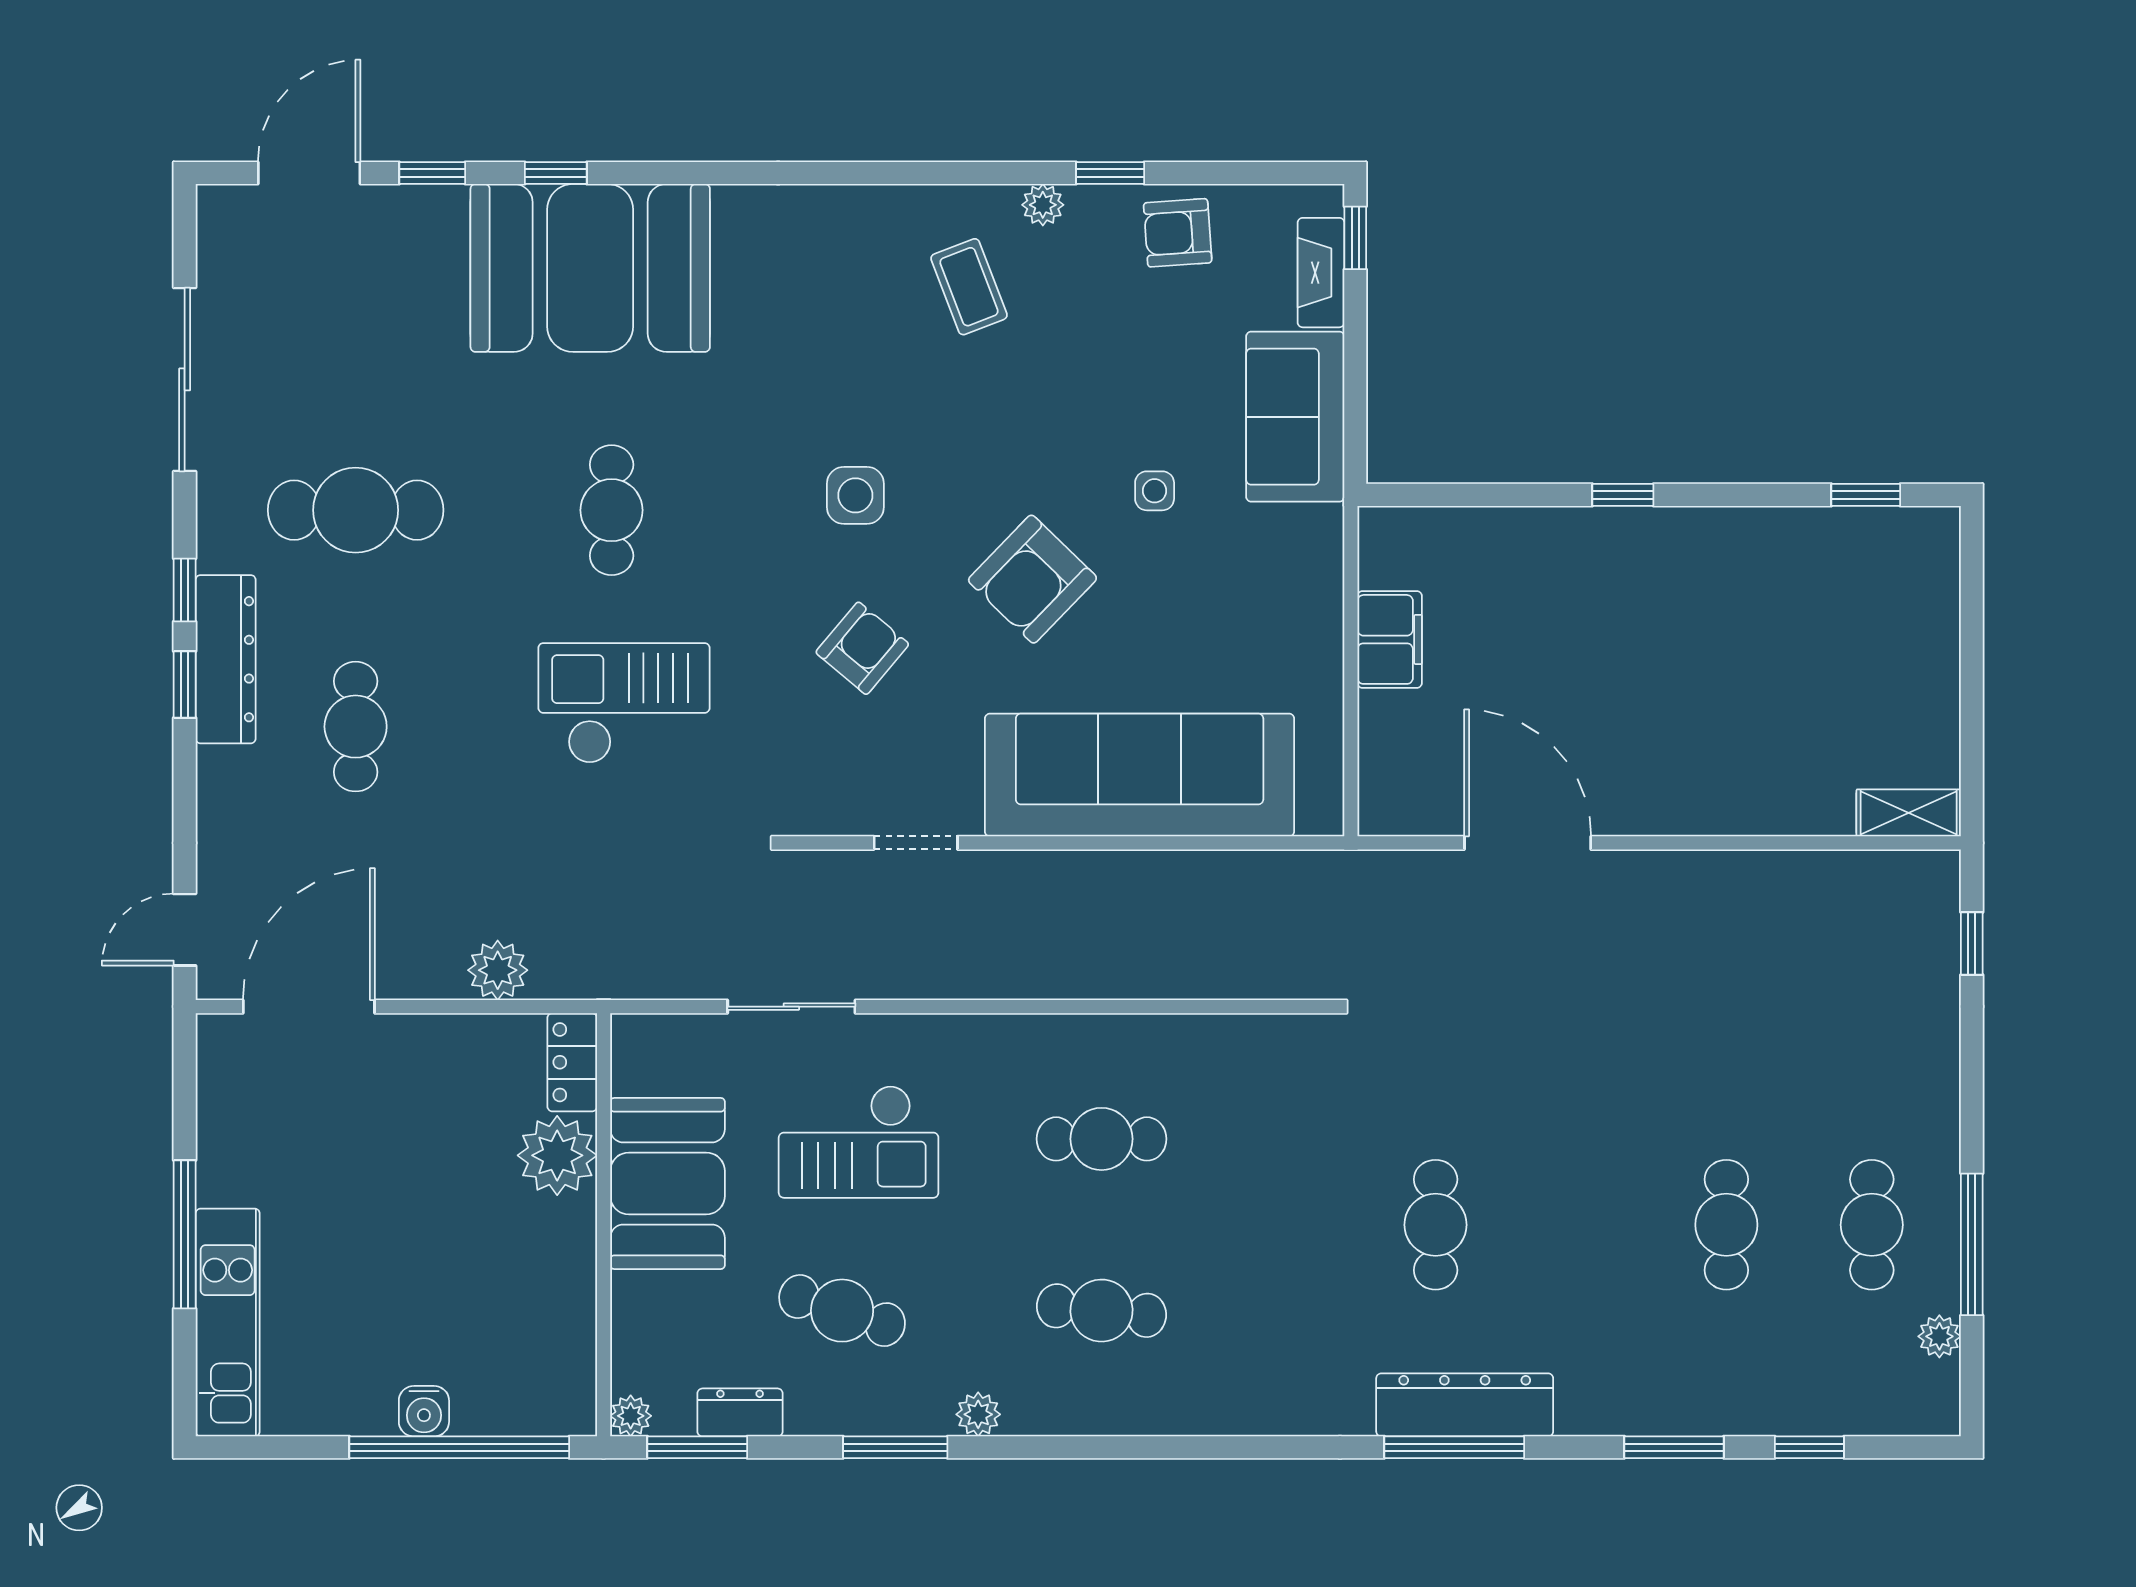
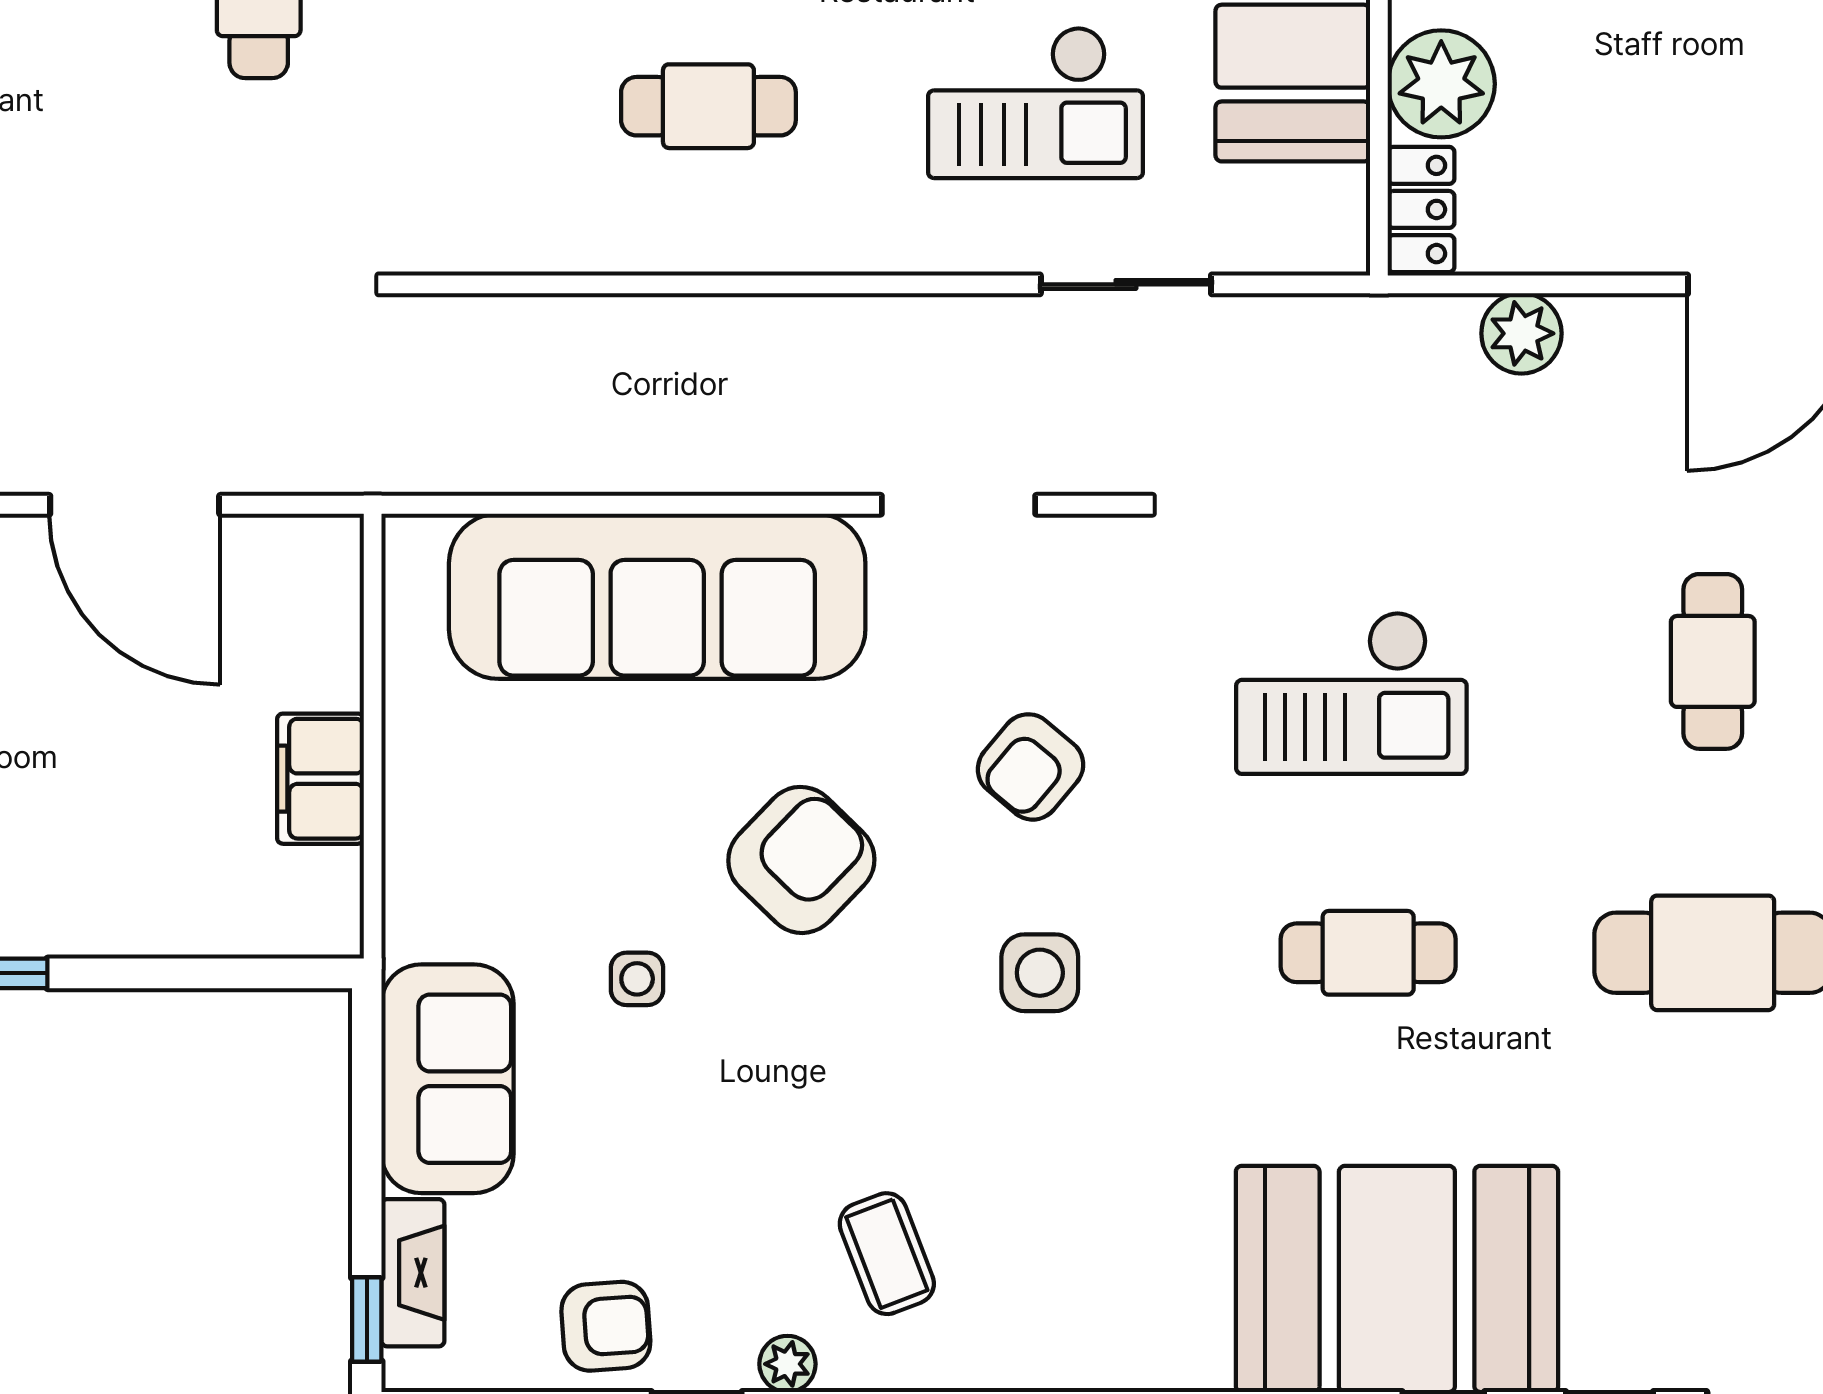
cafe table: (612, 510) -> (1368, 953), turned 90
doorway: (916, 843) -> (959, 505), width x1.38
checkout: (859, 1142) -> (1036, 103), turned 180

